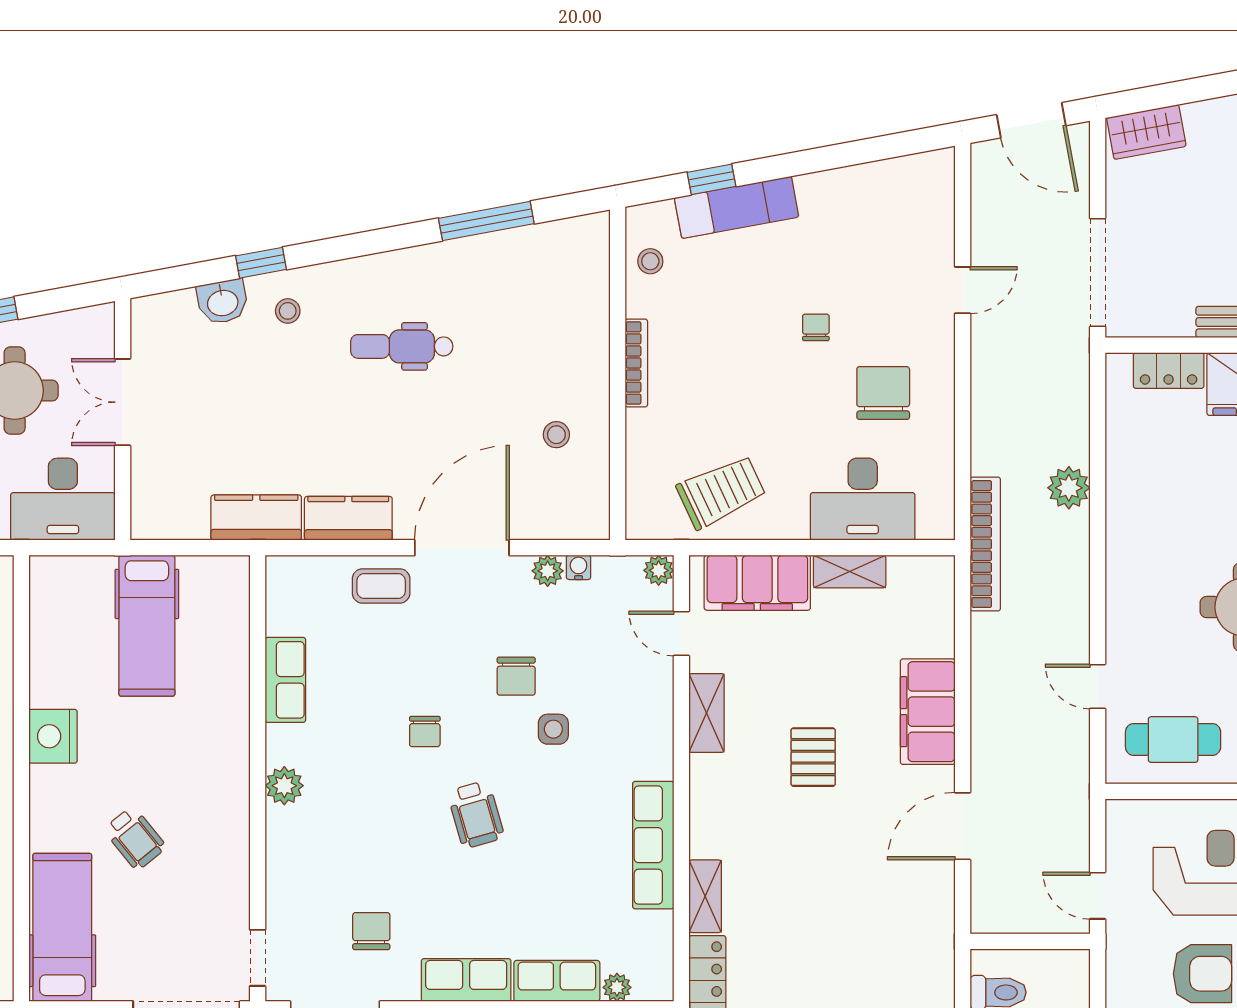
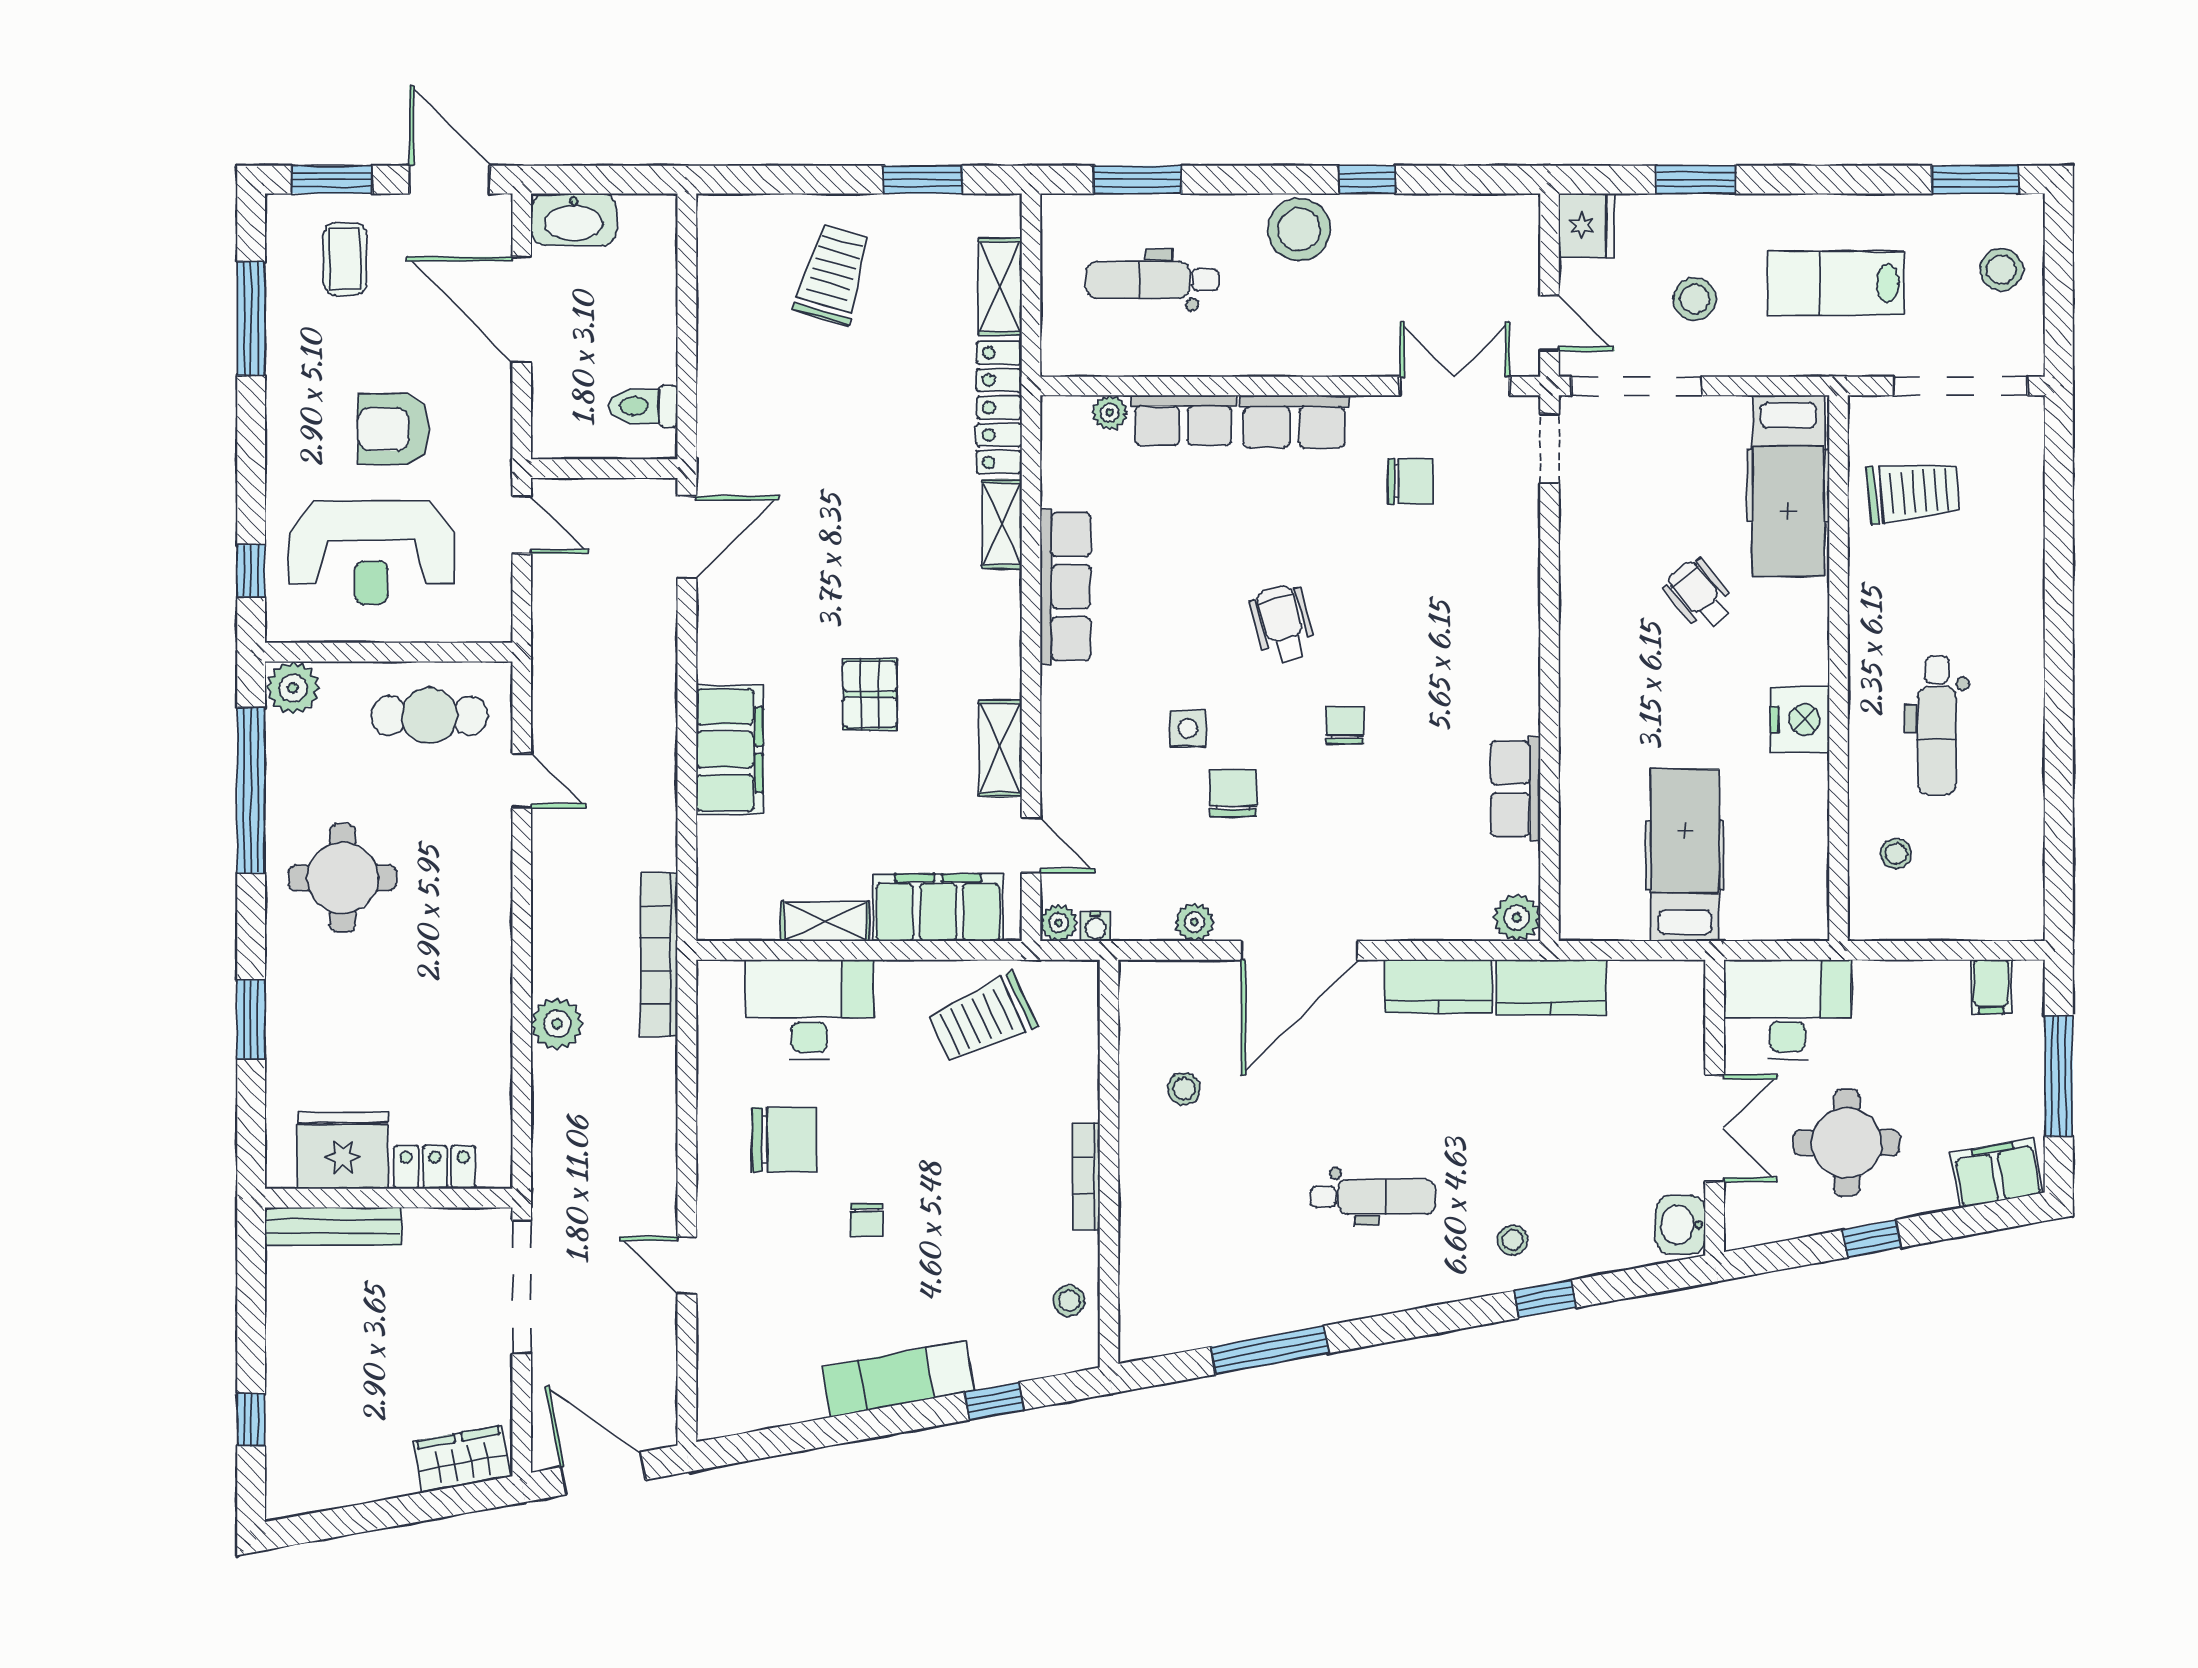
exam couch: (737, 207) -> (898, 1379), moved
door: (963, 290) -> (687, 1265), hinge flipped
washbasin: (223, 302) -> (1681, 1225), moved, turned -80
chair: (883, 393) -> (784, 1140), turned -90
water cooler: (578, 567) -> (1096, 926), moved
coffee table: (381, 586) -> (1398, 904), removed
plant: (284, 786) -> (1517, 918), moved
door: (963, 826) -> (687, 537), moved
chair: (371, 931) -> (1410, 481), turned -90

